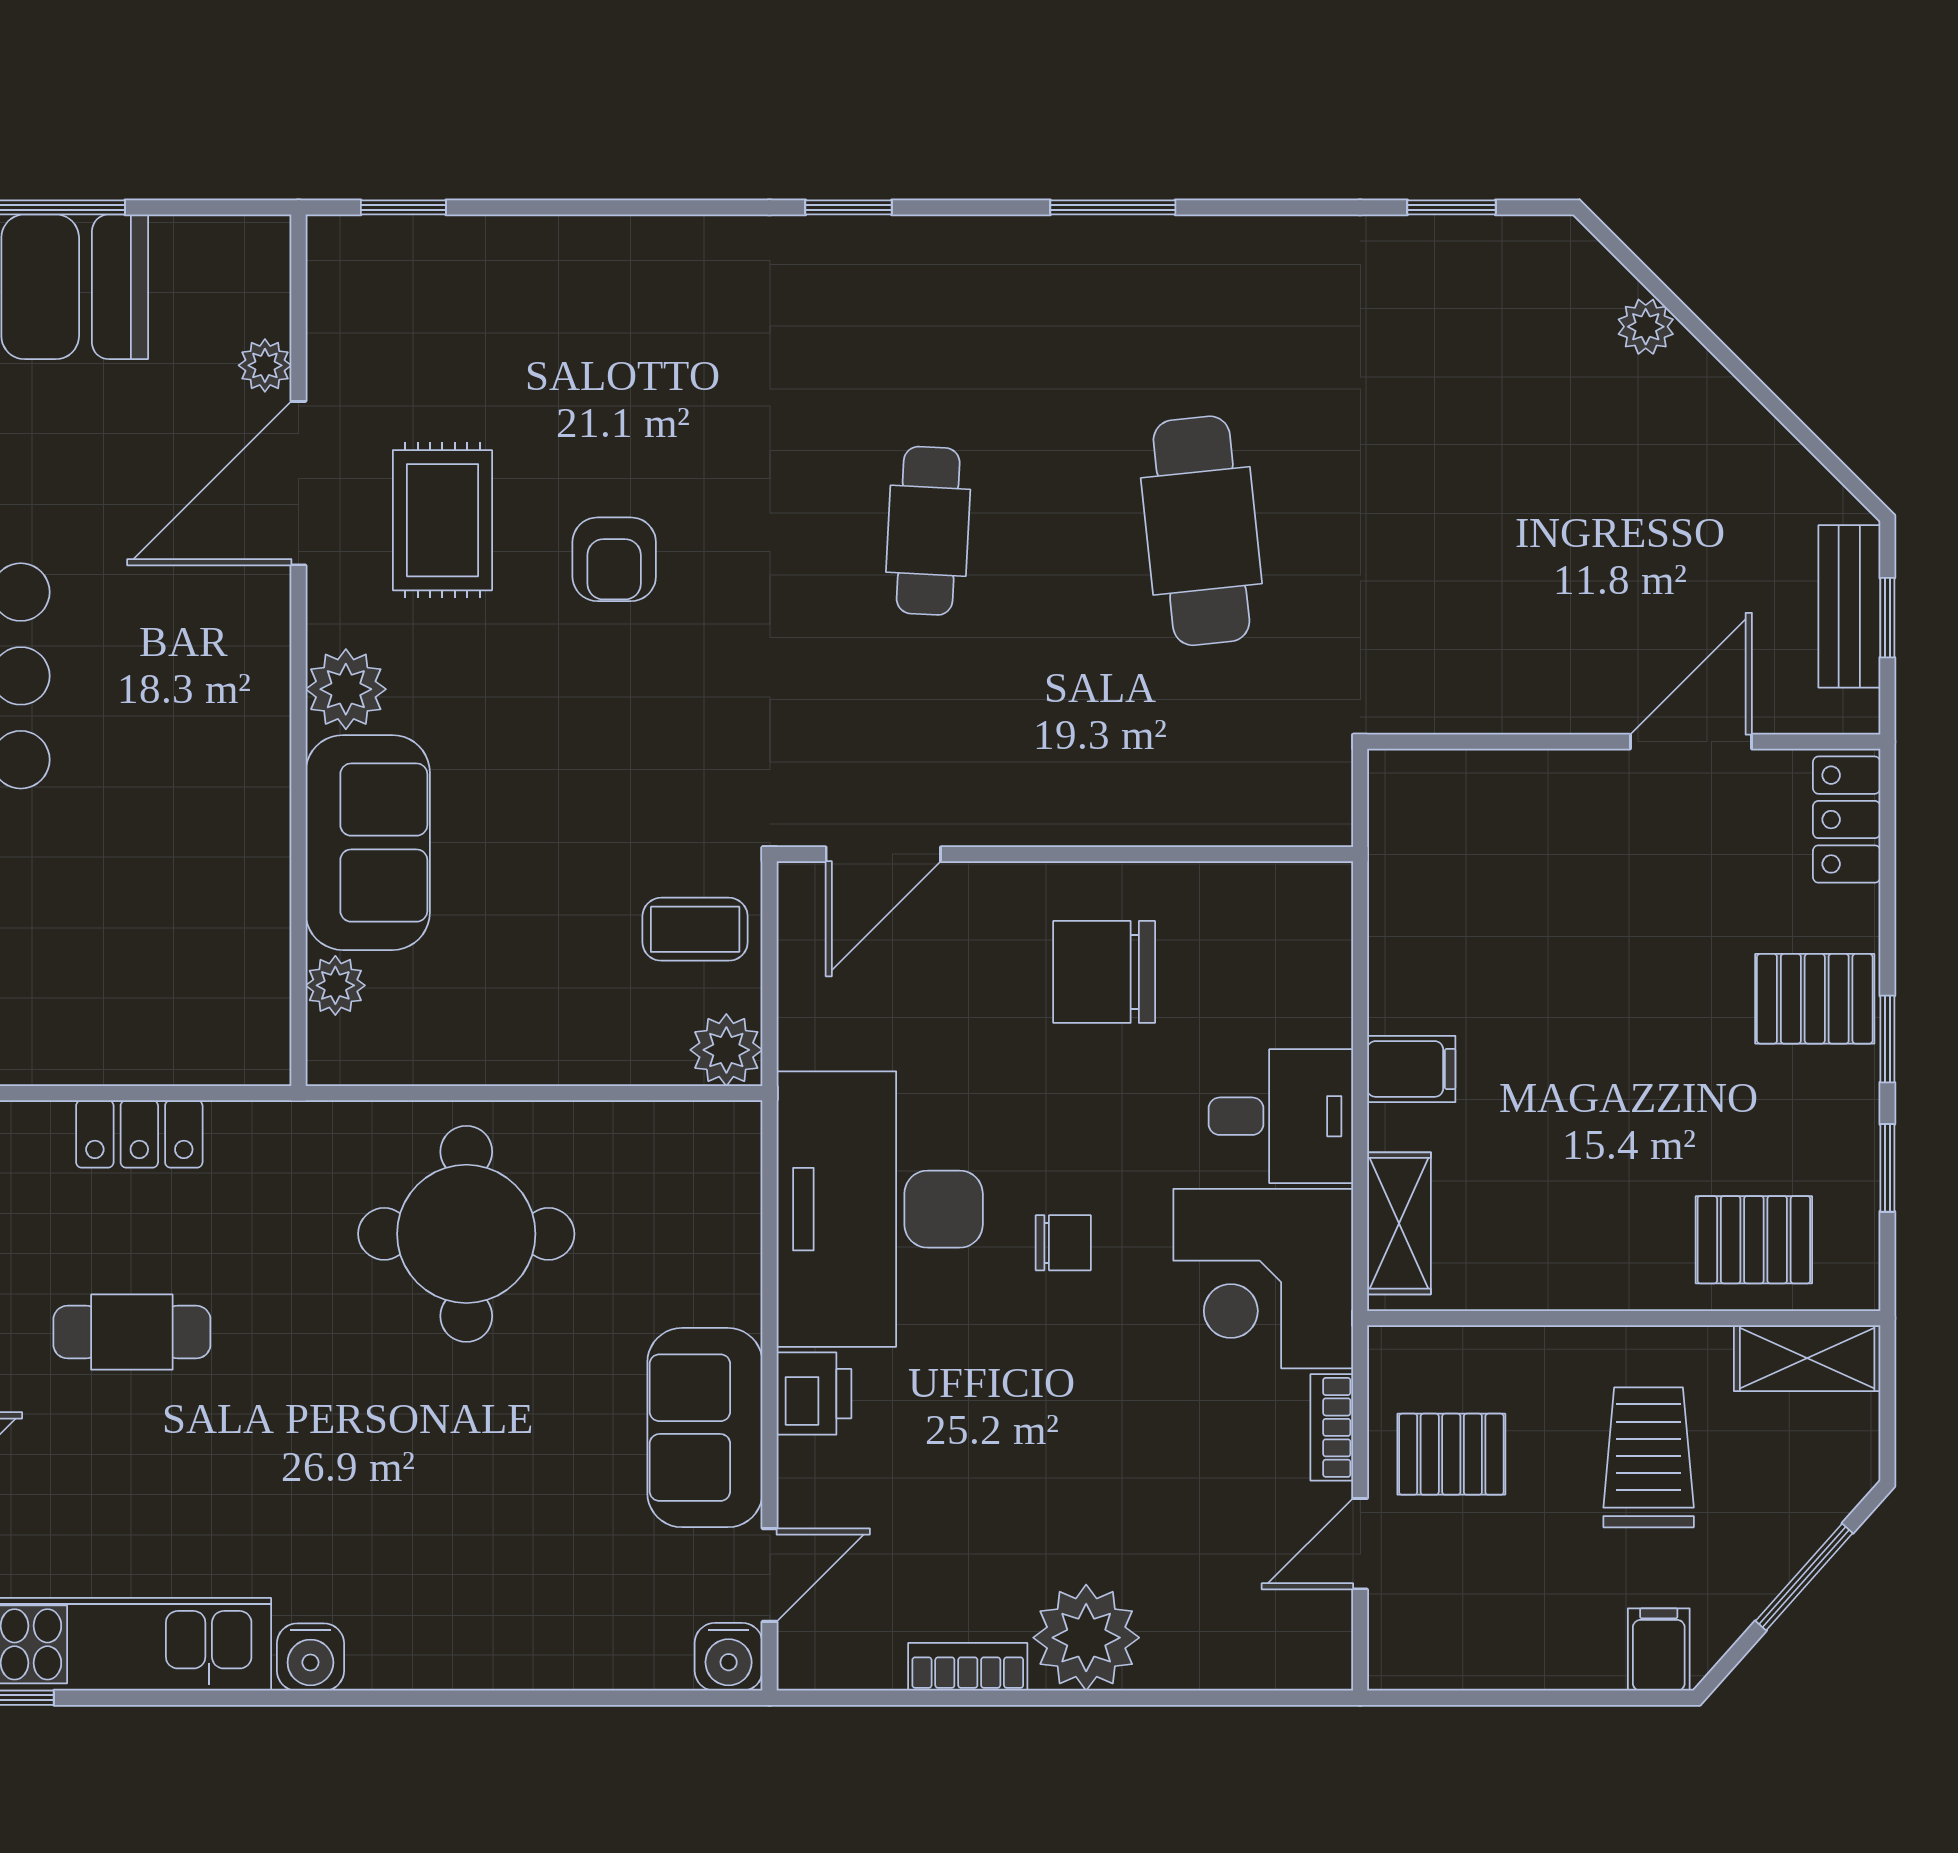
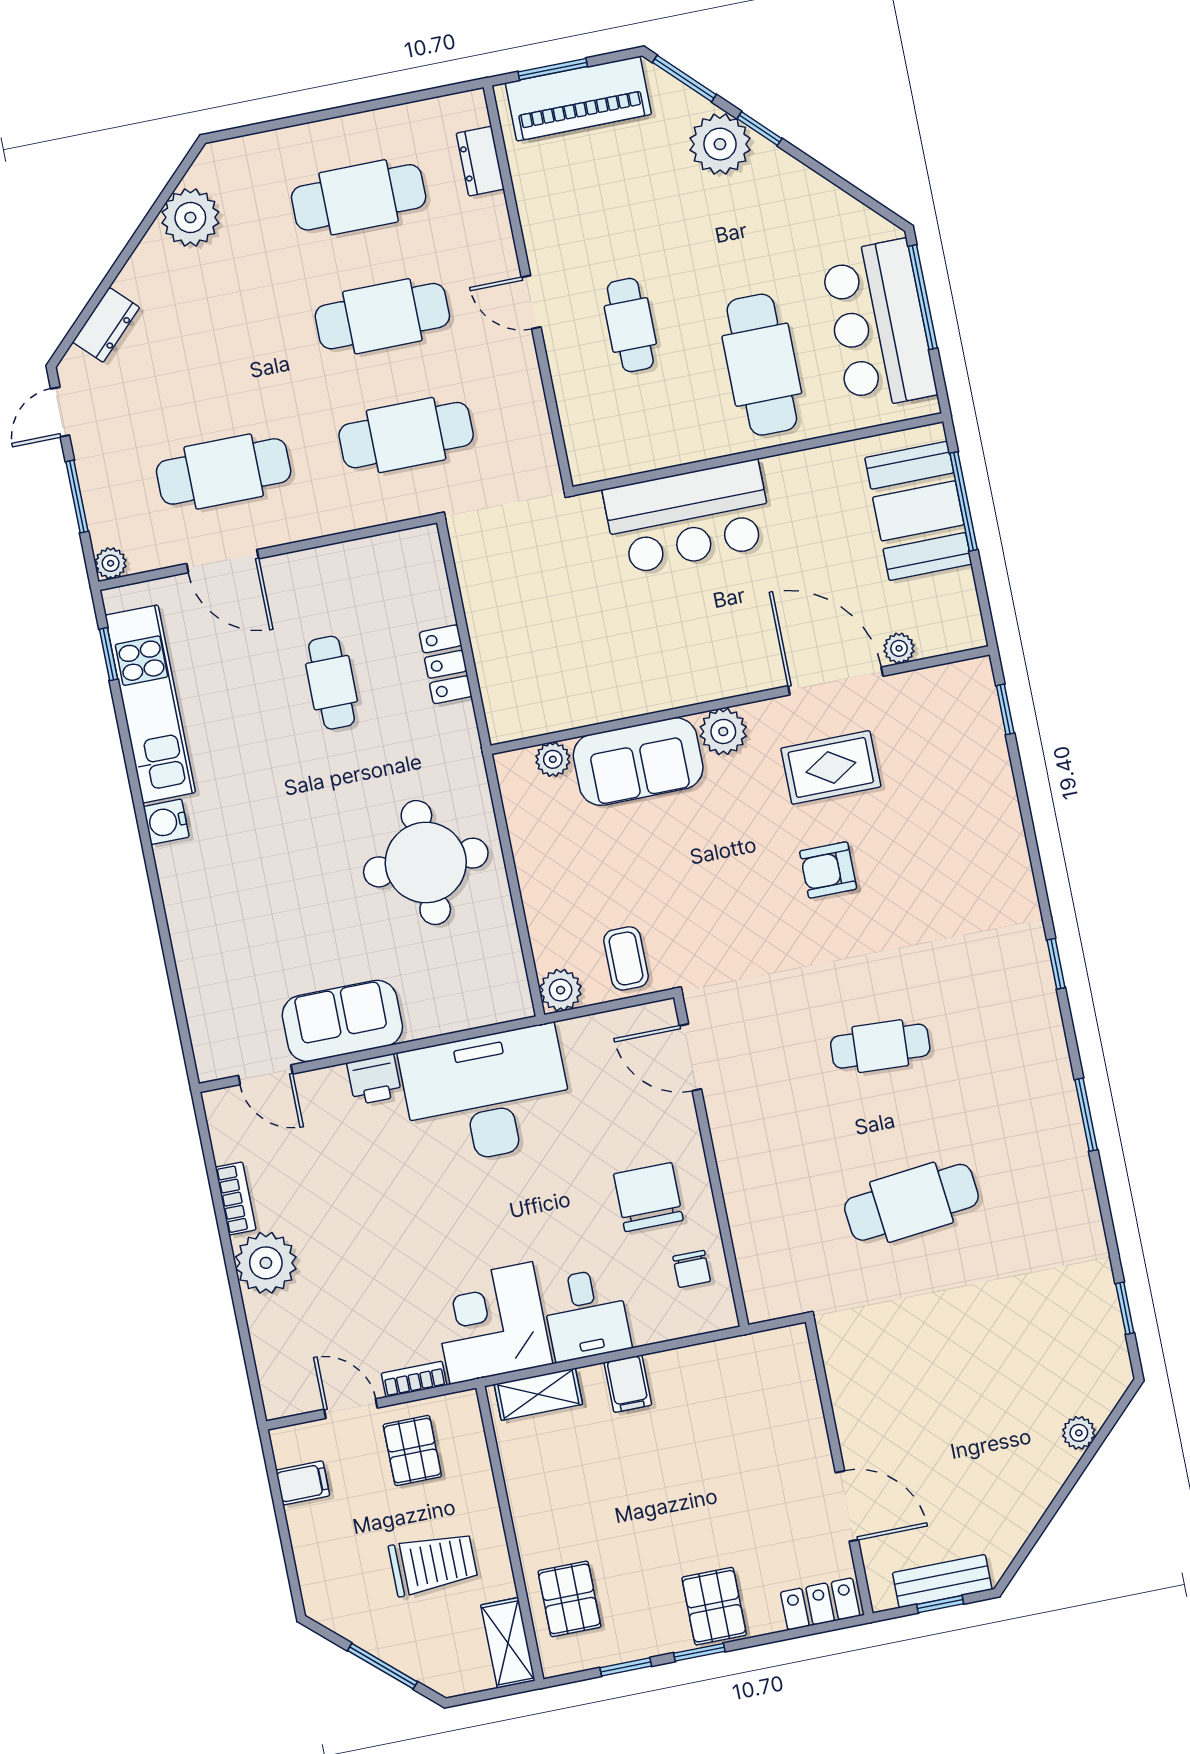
chair: (1063, 1243) -> (692, 1269), moved
filing cabinet: (1659, 1650) -> (303, 1483), moved
water cooler: (729, 1657) -> (214, 1061), removed

